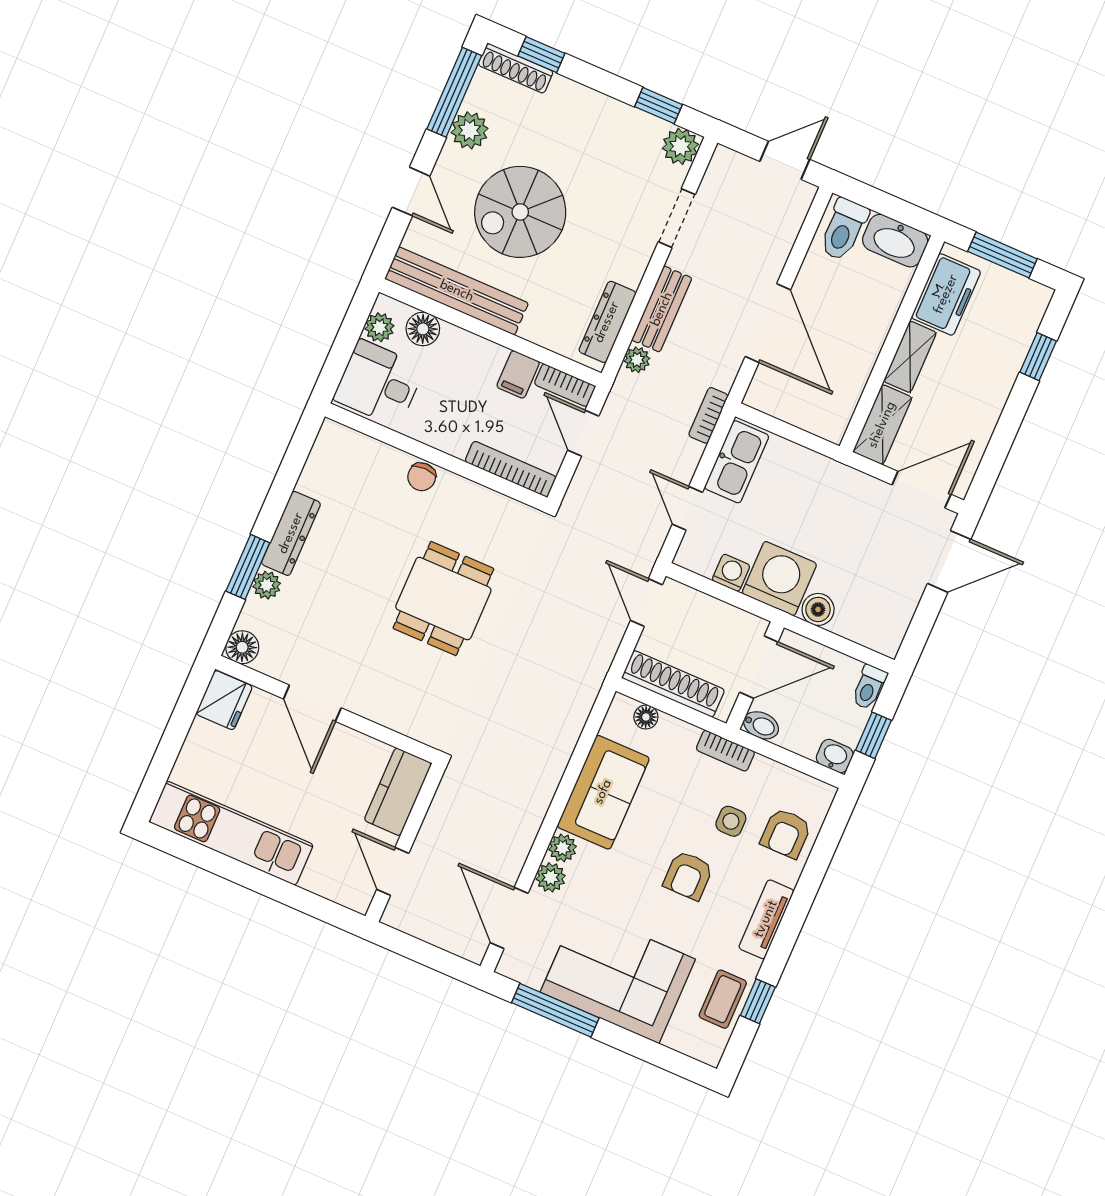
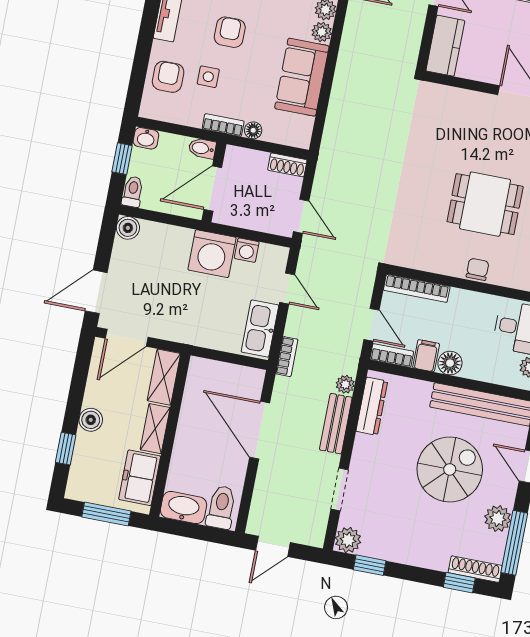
floor lamp: (423, 329) -> (450, 363), moved
boiler: (995, 388) -> (91, 420), added
dining table: (443, 598) -> (485, 204), moved, turned 90
boiler: (818, 609) -> (128, 228), moved
shoe rack: (673, 684) -> (287, 165), width x0.51, depth x0.81
floor lamp: (646, 717) -> (253, 130), moved

